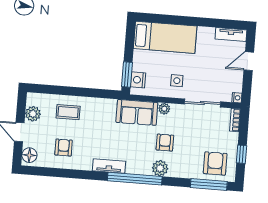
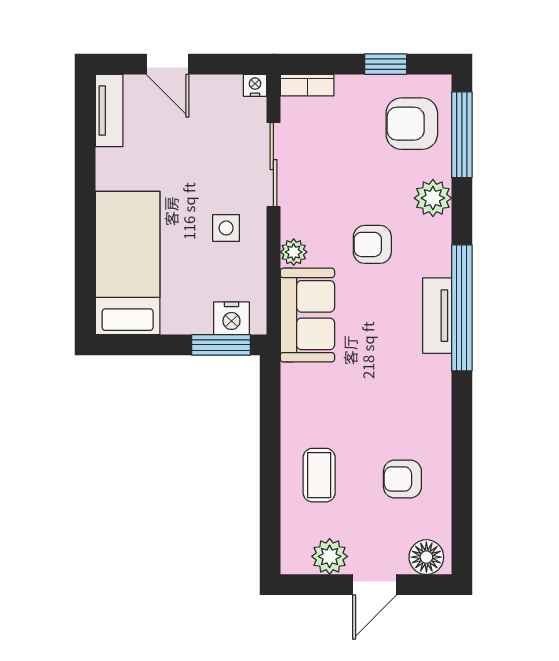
tv unit: (109, 166) -> (437, 316), moved
plant: (160, 168) -> (433, 198), moved

